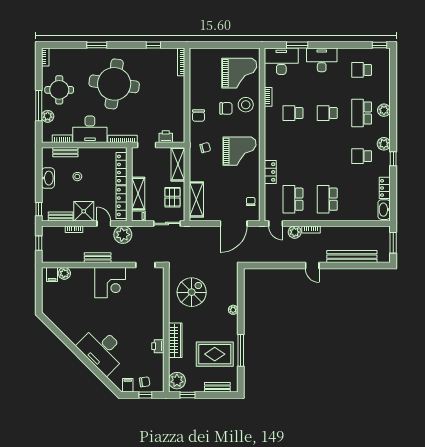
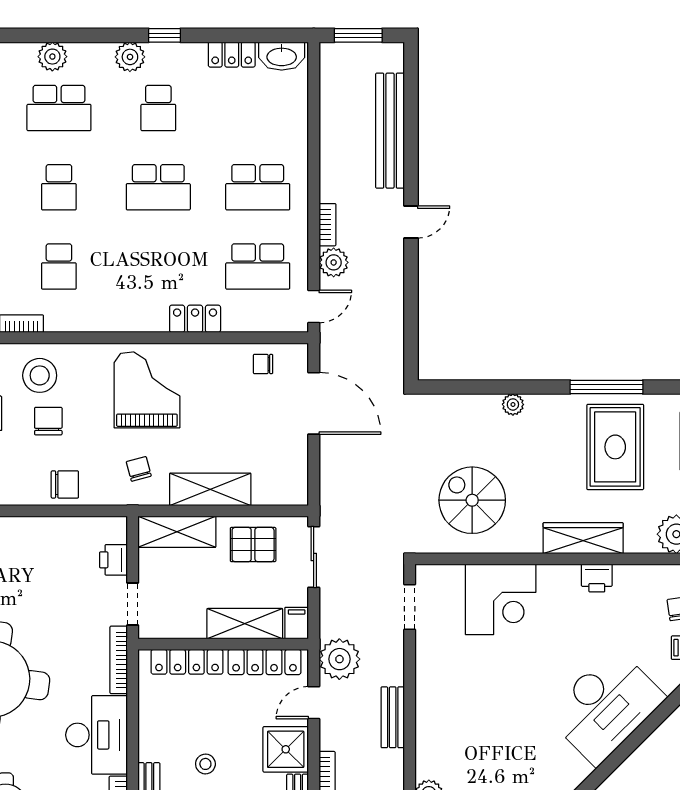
school desk: (327, 156) -> (158, 187), added
shelving: (196, 199) -> (210, 489), moved
corner desk: (110, 283) -> (501, 599), moved, turned 90

